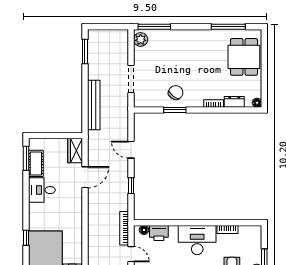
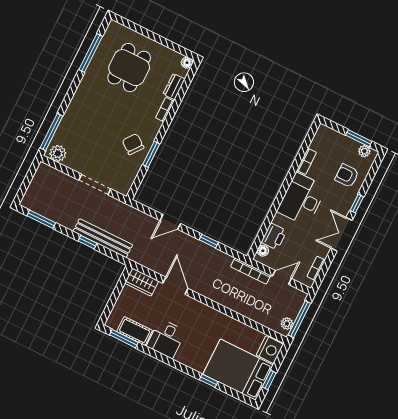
dining table: (244, 57) -> (129, 68), moved, turned 90
window: (85, 95) -> (87, 242), added

